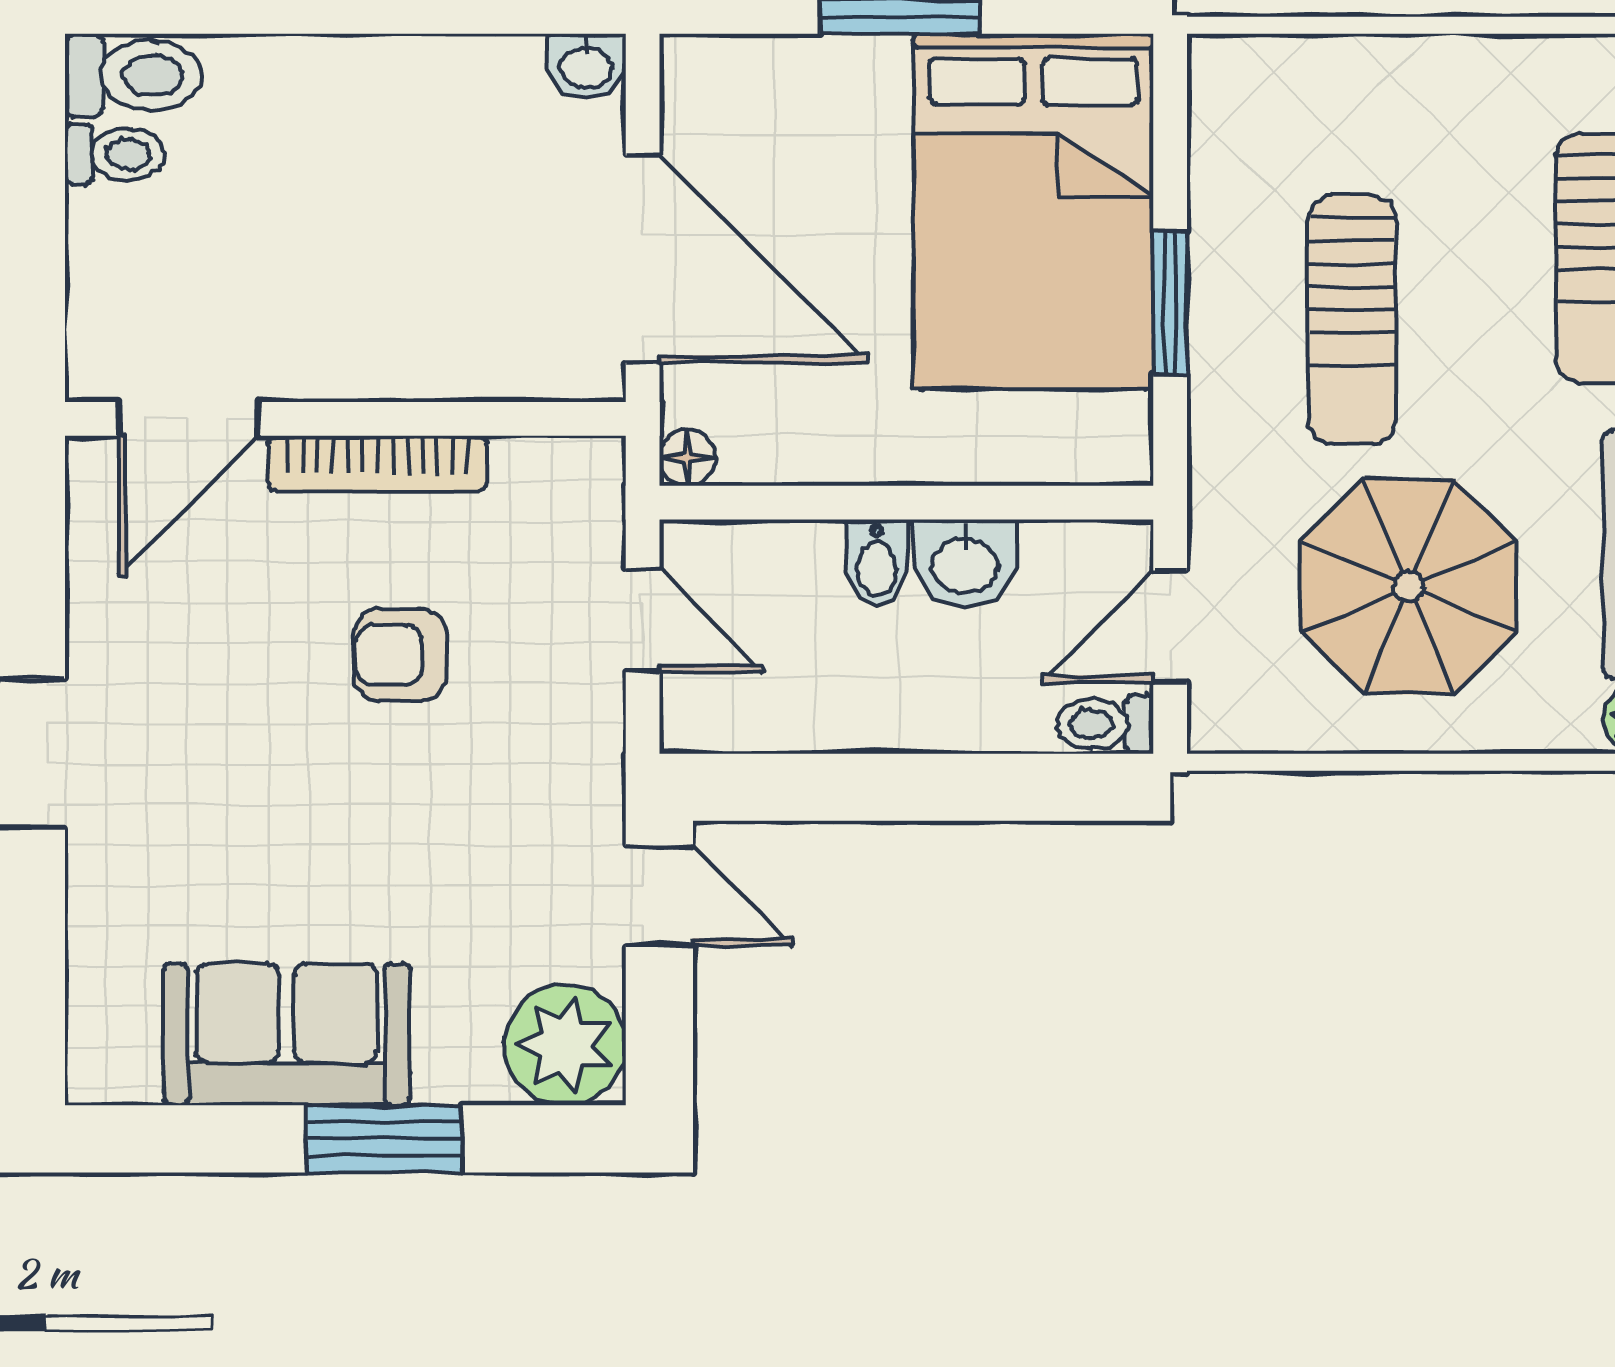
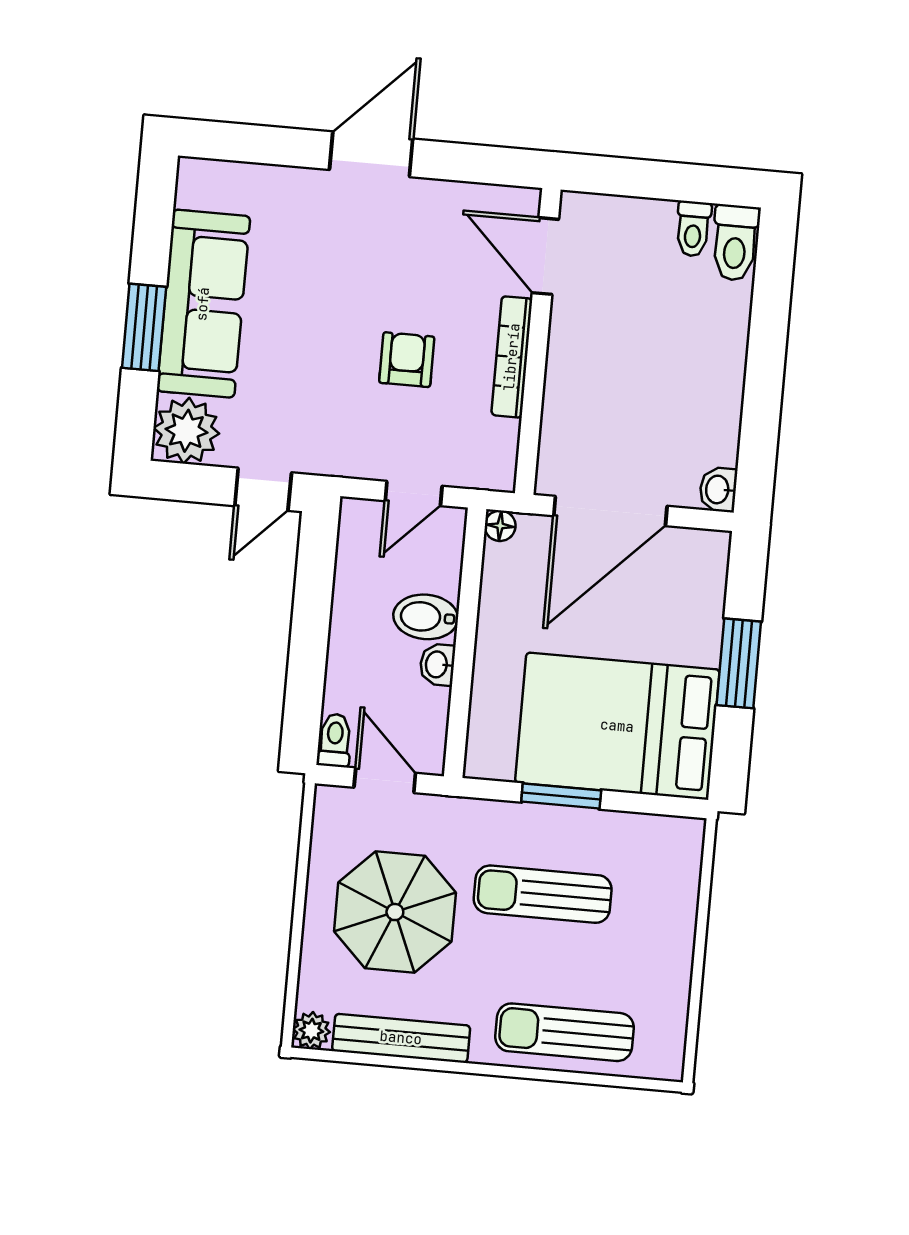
bidet: (877, 563) -> (426, 617), width x1.38, depth x1.36
washbasin: (965, 563) -> (437, 664), width x0.72, depth x0.69
sofa: (287, 1034) -> (203, 304), width x1.36

